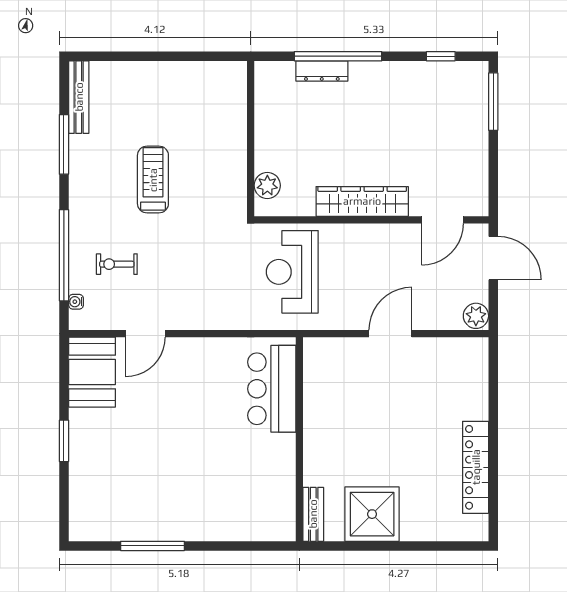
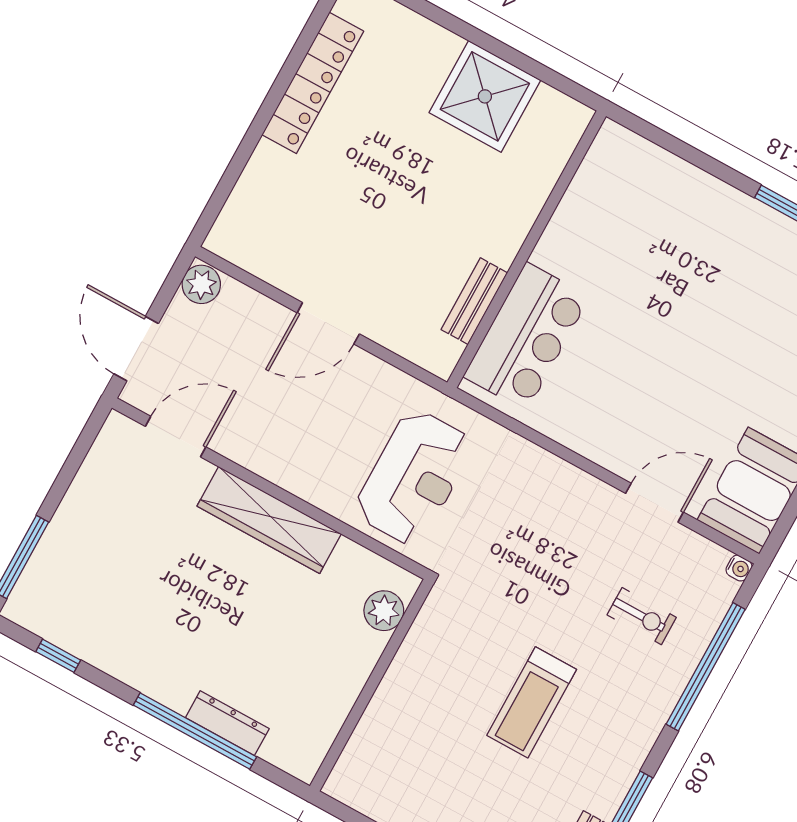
water cooler: (76, 302) -> (739, 568), moved
bench: (313, 514) -> (474, 301), moved

